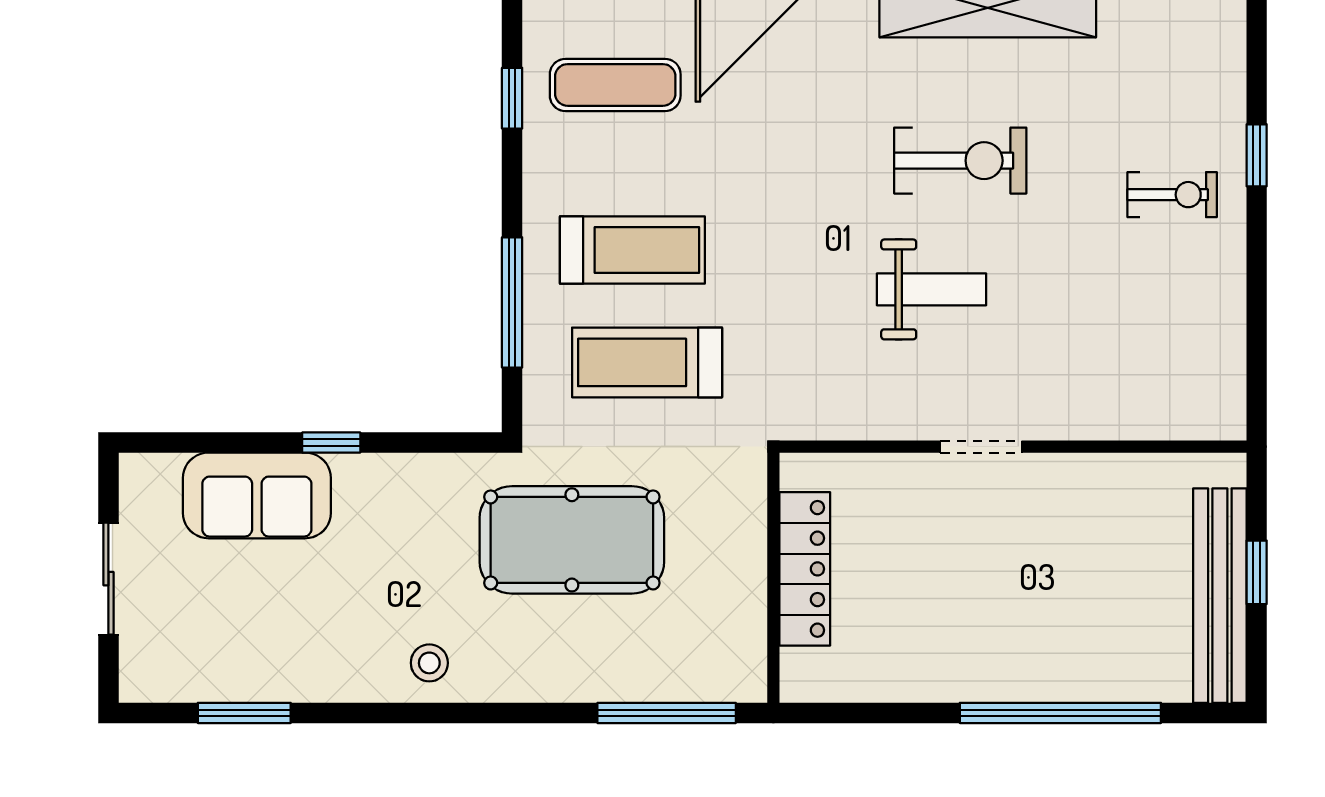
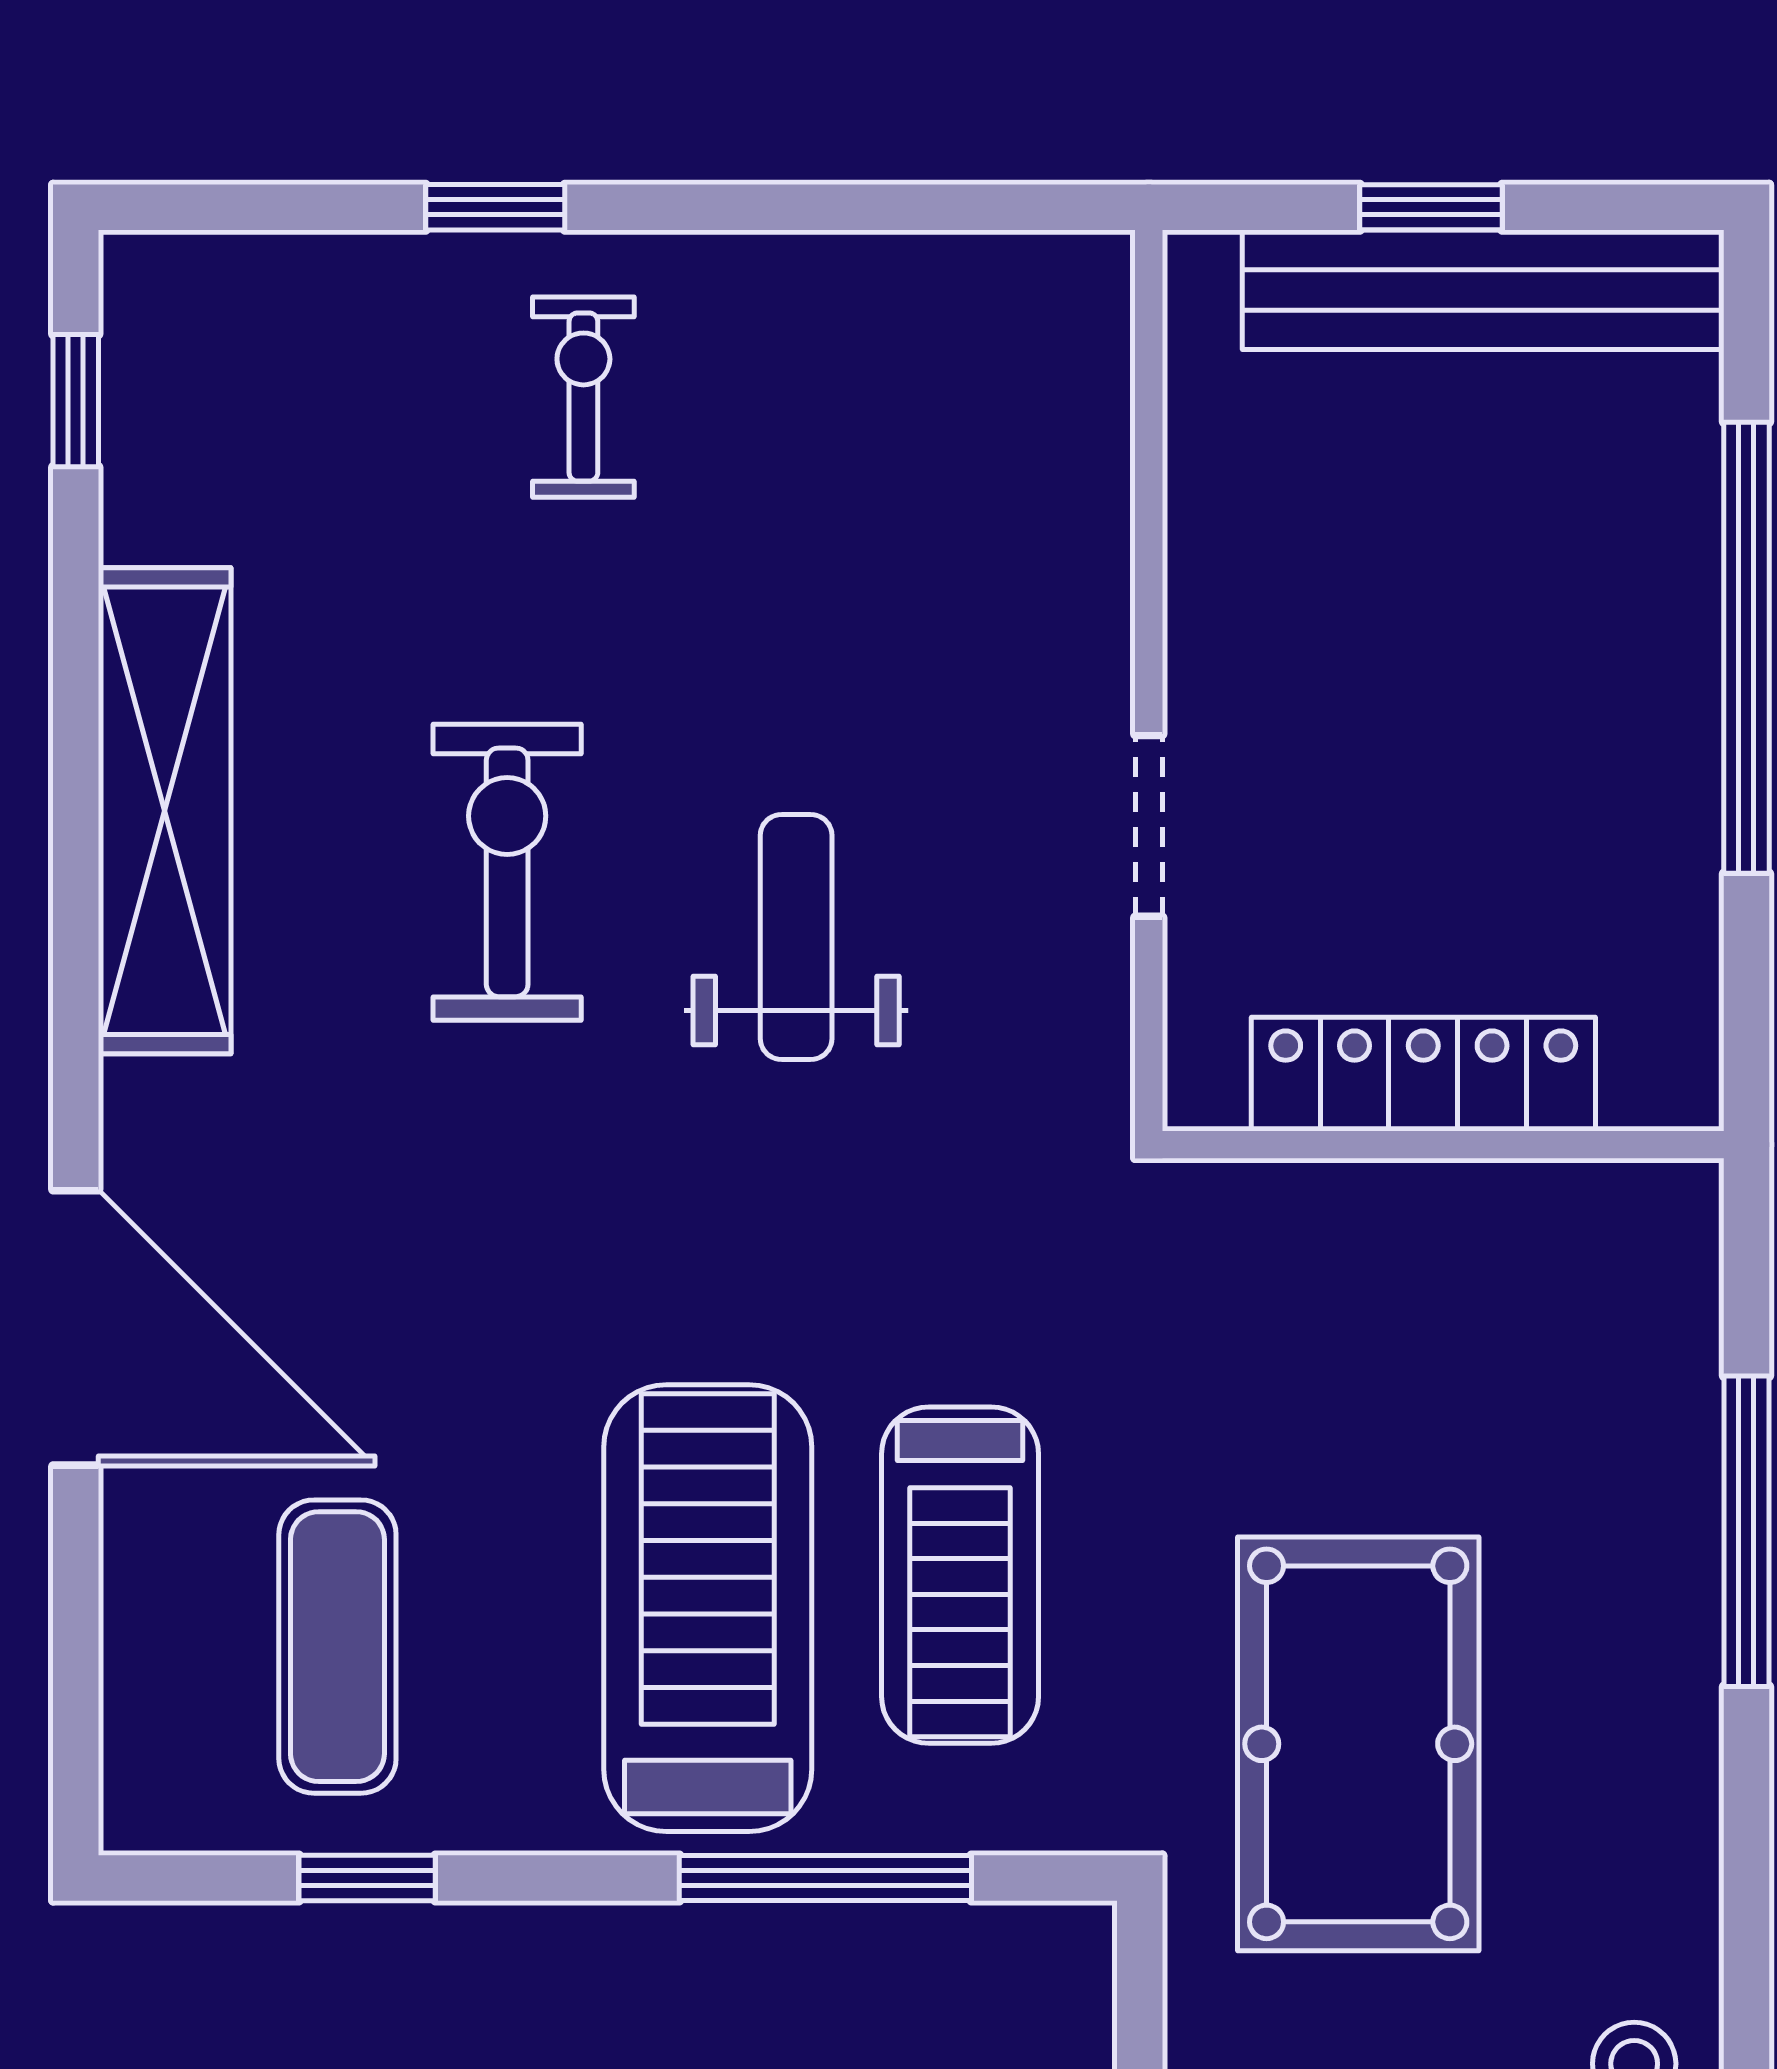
treadmill: (632, 250) -> (708, 1608), width x1.37, depth x1.38
locker: (805, 569) -> (1423, 1074), moved
wall: (773, 578) -> (1443, 1145), moved

